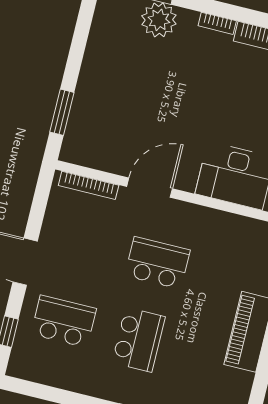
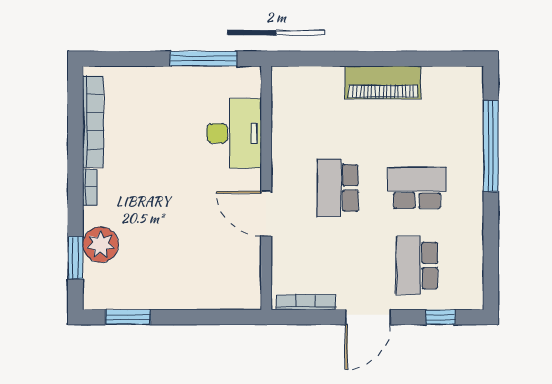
window: (62, 112) -> (128, 317), moved
bookcase: (89, 185) -> (306, 302), moved, turned -90

